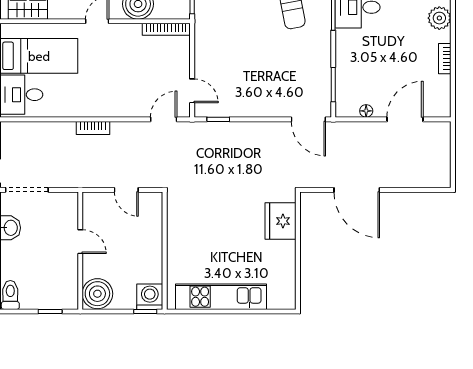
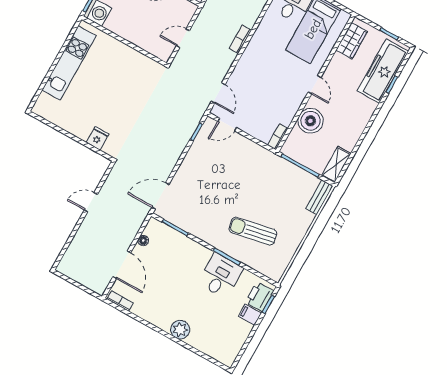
bookcase: (166, 29) -> (278, 137), width x0.64
bookcase: (445, 59) -> (120, 301), moved
door: (357, 190) -> (91, 202), width x0.53
fridge: (281, 221) -> (98, 138), width x0.53, depth x0.75

